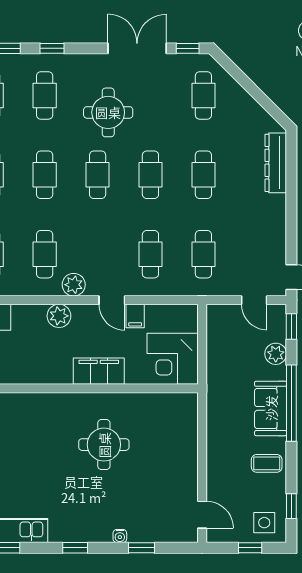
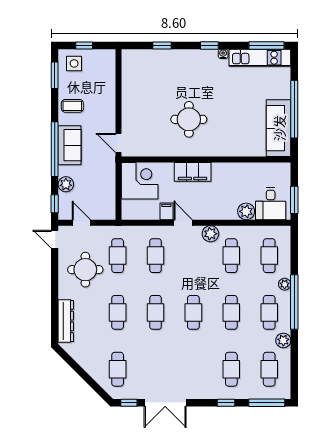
round table: (108, 112) -> (85, 270), moved
plant: (59, 316) -> (246, 211), moved
window: (291, 506) -> (55, 75), width x1.50
door: (202, 515) -> (118, 143), moved
water cooler: (120, 536) -> (223, 54), moved

